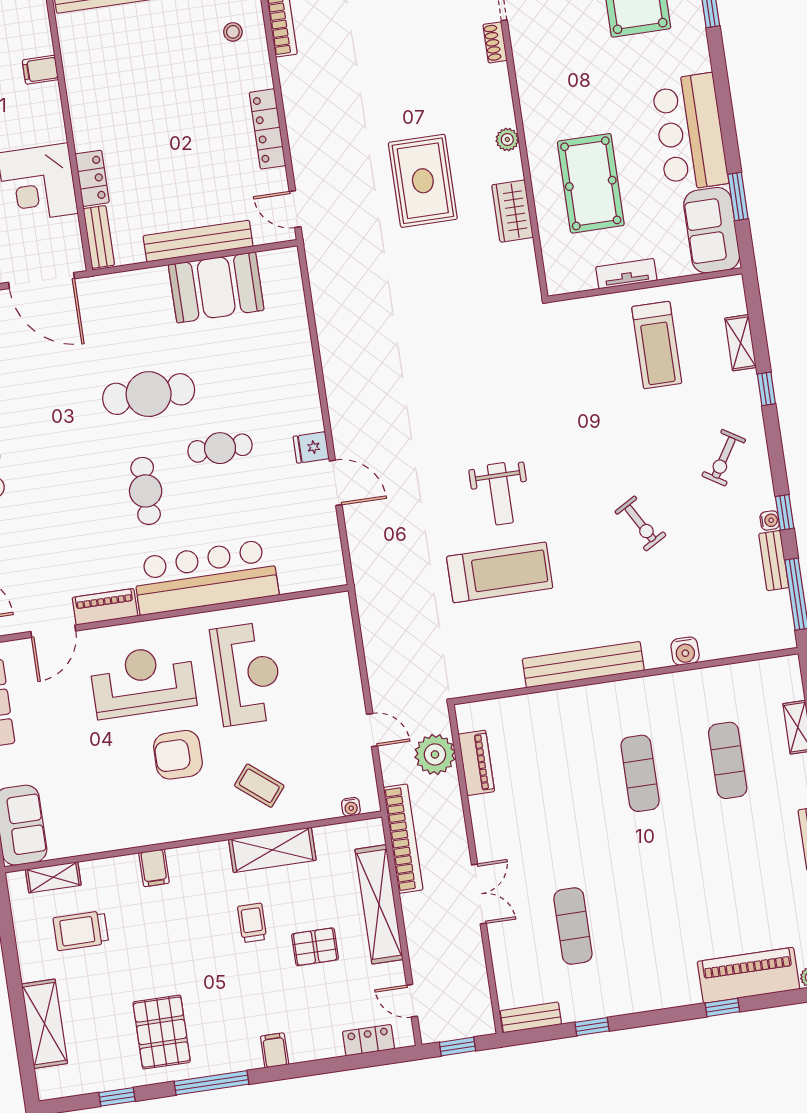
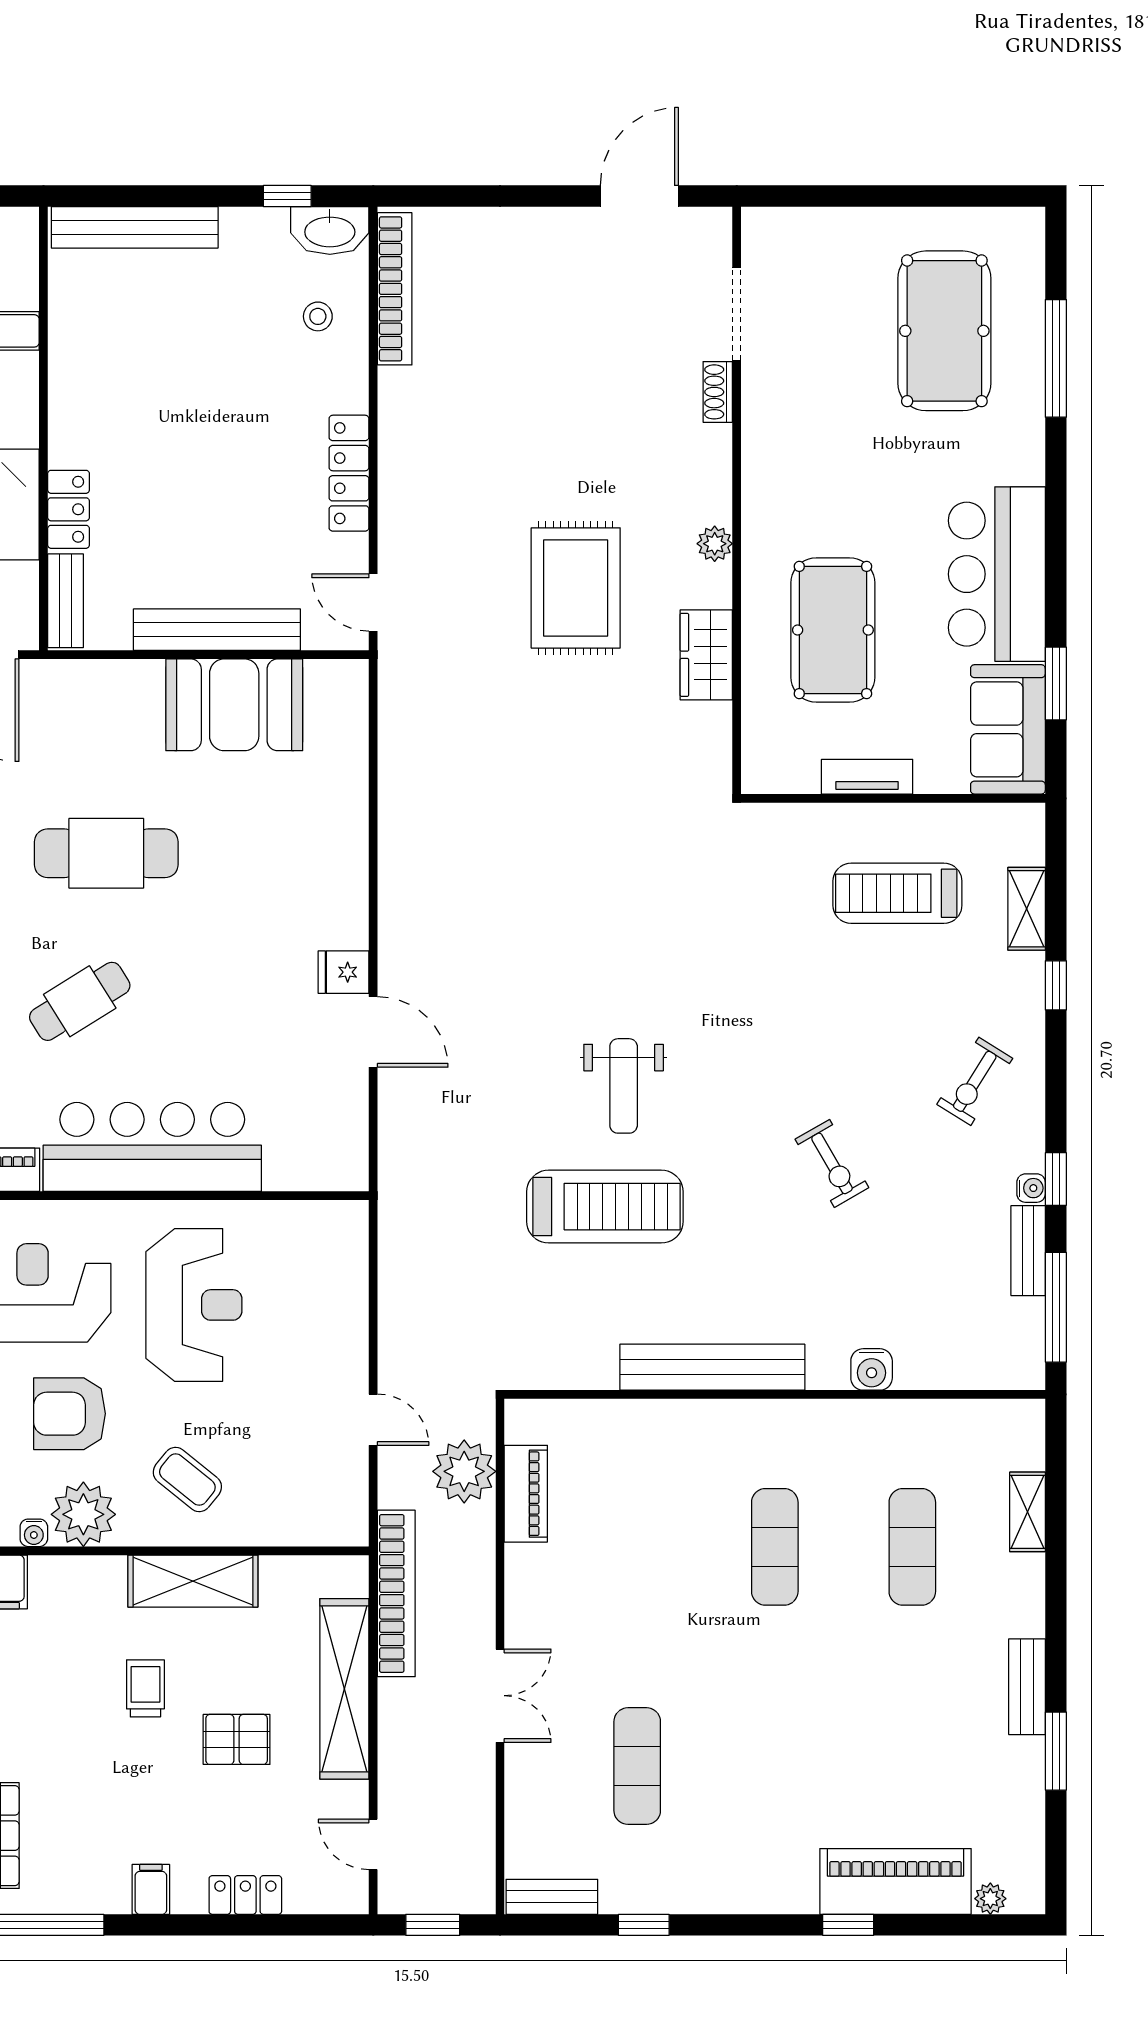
treadmill: (657, 345) -> (897, 893), turned 90
cafe table: (220, 448) -> (204, 952), removed
cafe table: (146, 491) -> (80, 1001), turned 58
water cooler: (351, 807) -> (34, 1533), moved
plant: (196, 818) -> (83, 1514), added
locker: (368, 1040) -> (245, 1895), moved

